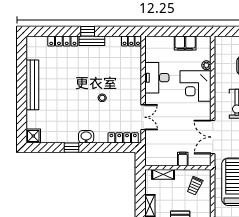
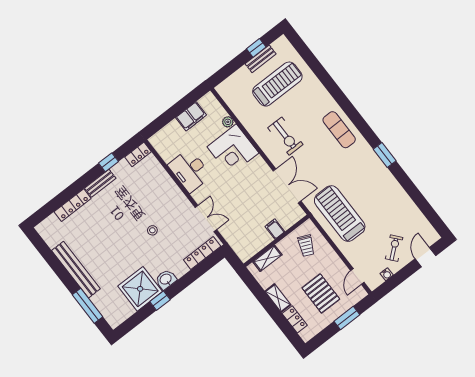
window: (88, 31) -> (109, 162), moved
window: (22, 114) -> (88, 306), added
shower: (33, 136) -> (140, 289), moved, width x1.86, depth x1.86
double door: (213, 137) -> (287, 186), swing flipped

